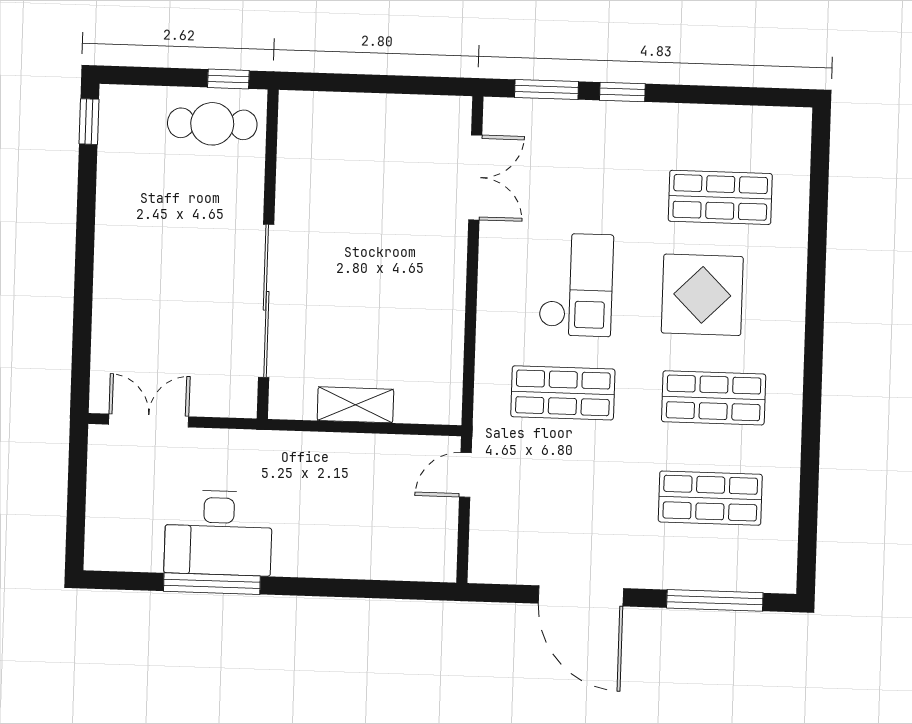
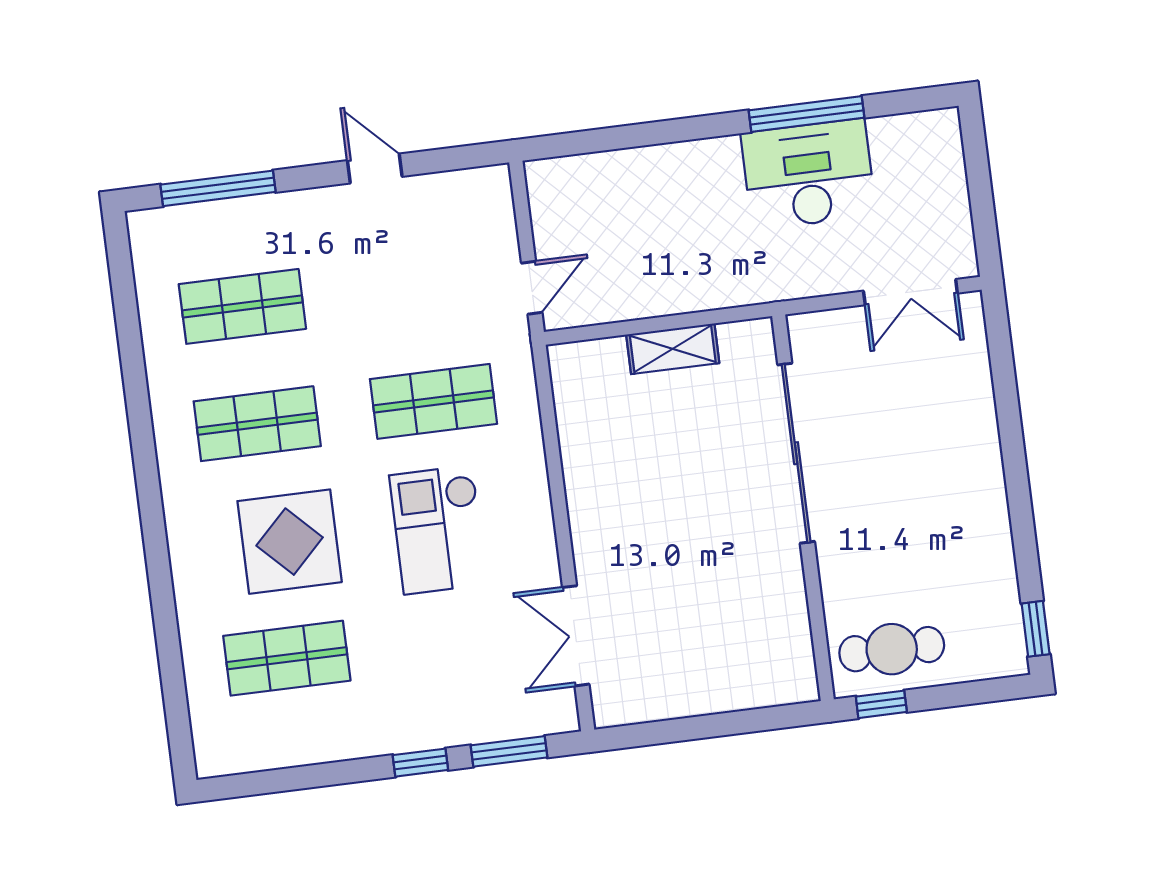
door: (581, 596) -> (375, 169), width x0.53

